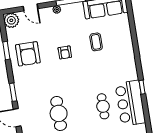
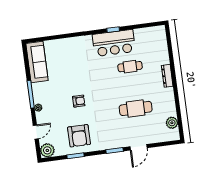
coffee table: (96, 42) -> (70, 72), removed
armchair: (28, 54) -> (79, 136), turned 90
bar counter: (130, 103) -> (114, 43), moved

